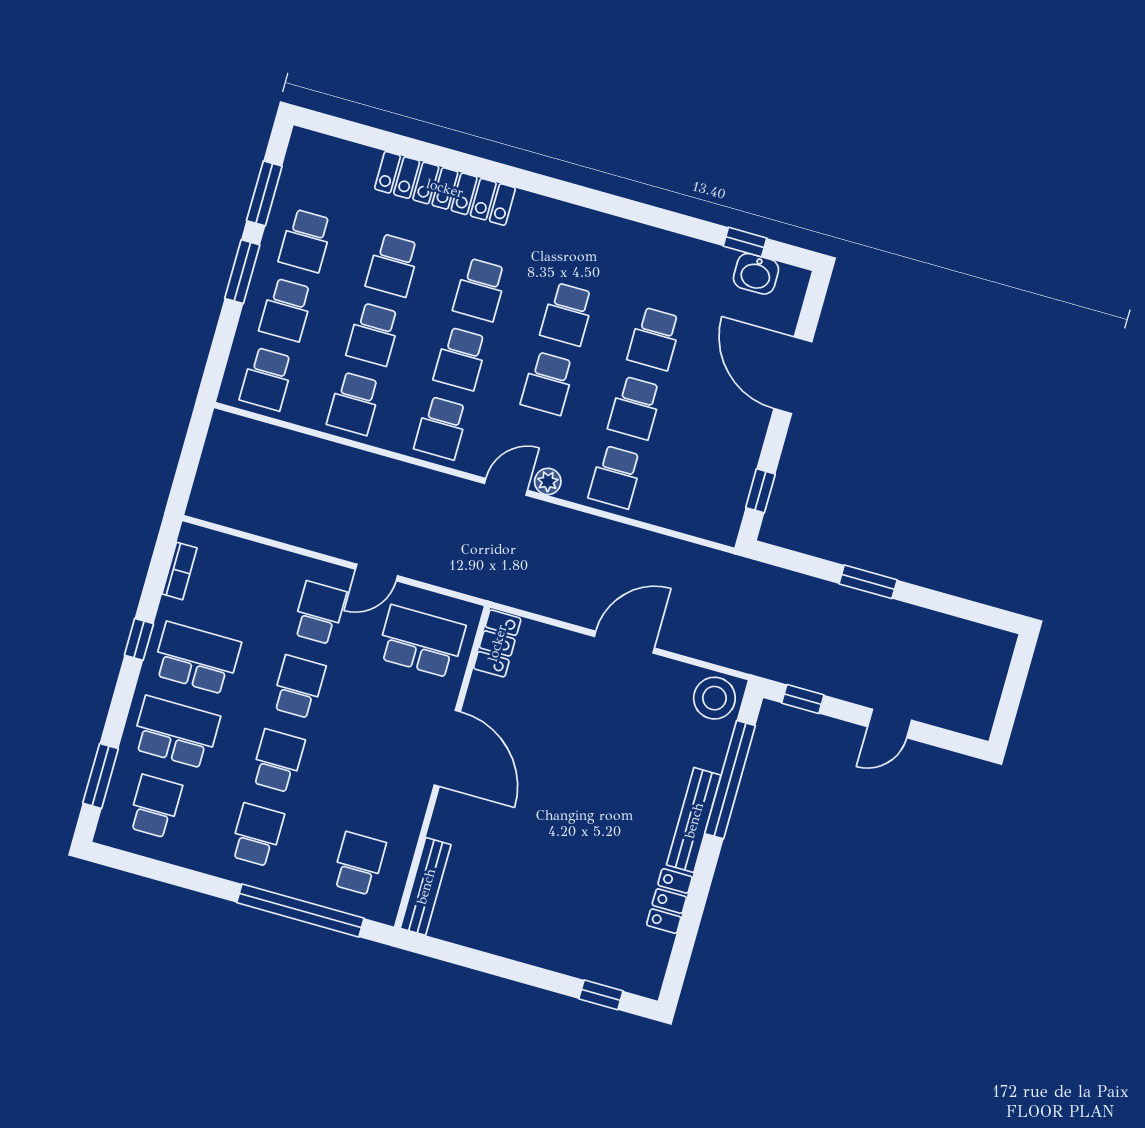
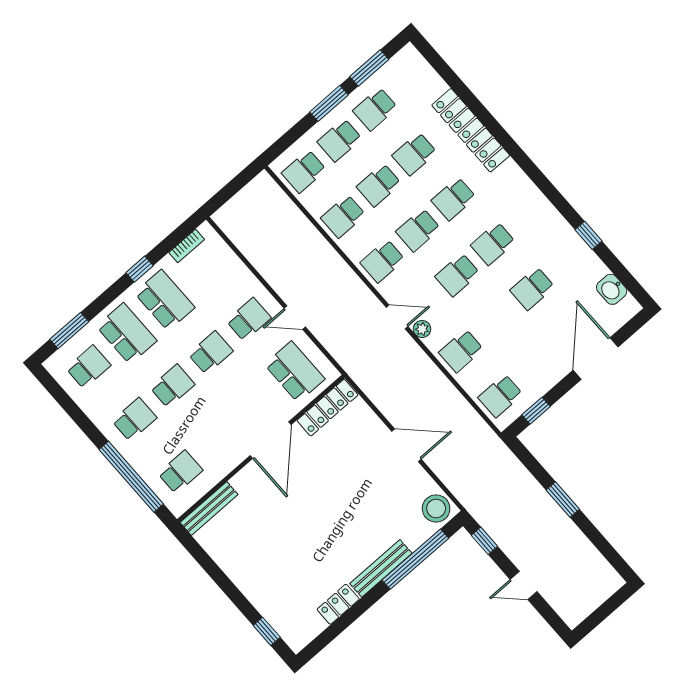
window: (745, 242) -> (589, 235), moved
school desk: (635, 408) -> (500, 396), moved
locker: (497, 643) -> (327, 408), width x1.53

